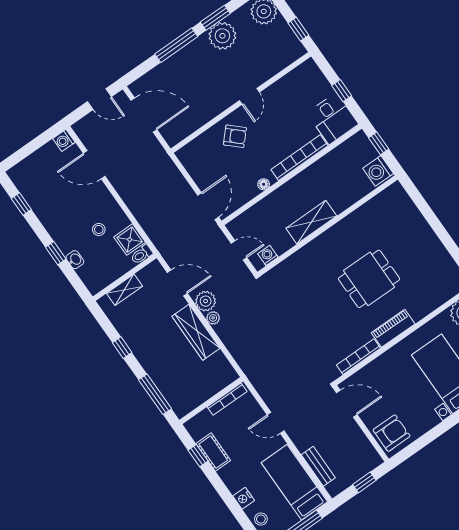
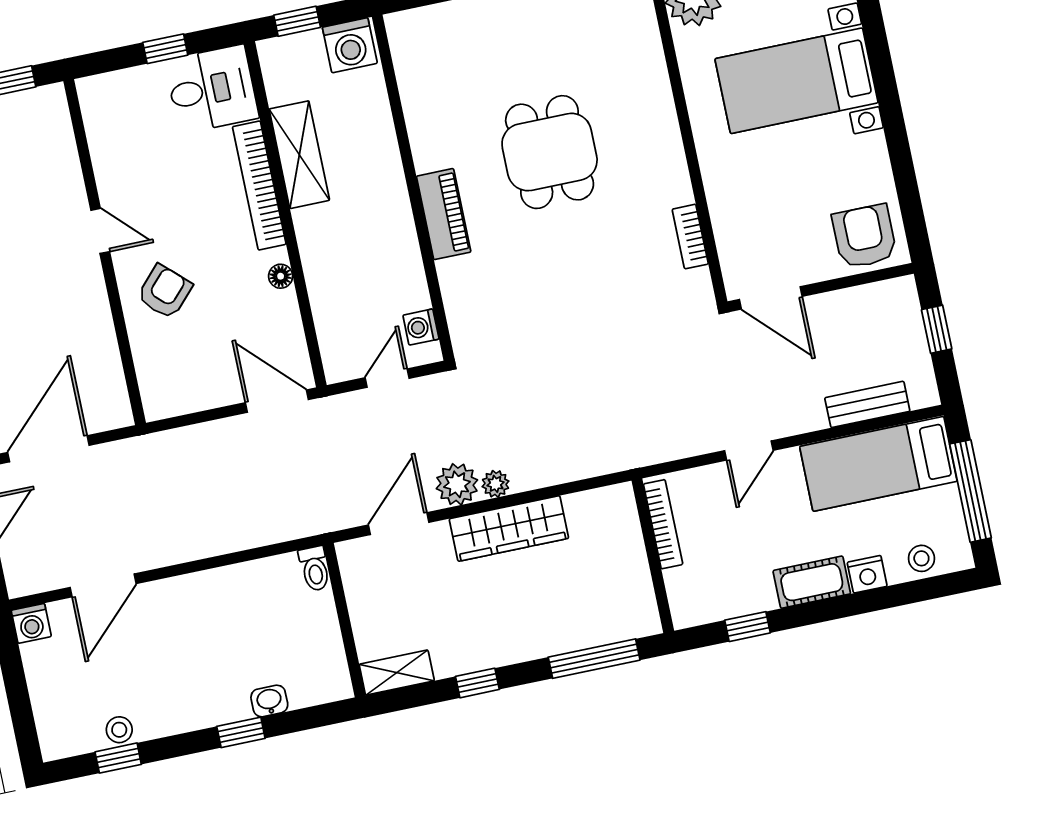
shelving: (311, 222) -> (299, 155), moved
stool: (99, 229) -> (119, 730), moved
shower: (130, 240) -> (276, 579), removed
shelving: (125, 290) -> (397, 673), moved, turned 90
piano: (393, 328) -> (444, 214), moved, turned 180
bookcase: (358, 357) -> (690, 237), width x0.64
door: (347, 404) -> (771, 298), swing flipped
cot: (213, 452) -> (812, 582), moved

